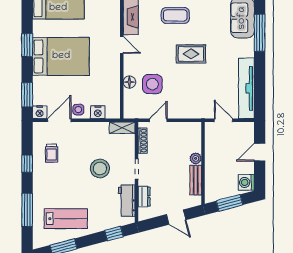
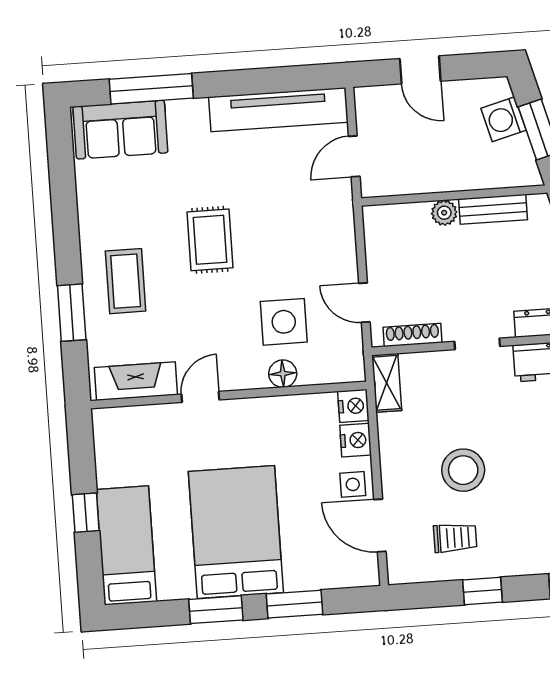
window: (27, 95) -> (294, 604), moved
nightstand: (40, 112) -> (353, 406), moved
stool: (100, 168) -> (463, 470), moved
washing machine: (246, 182) -> (503, 119), moved, turned 75

